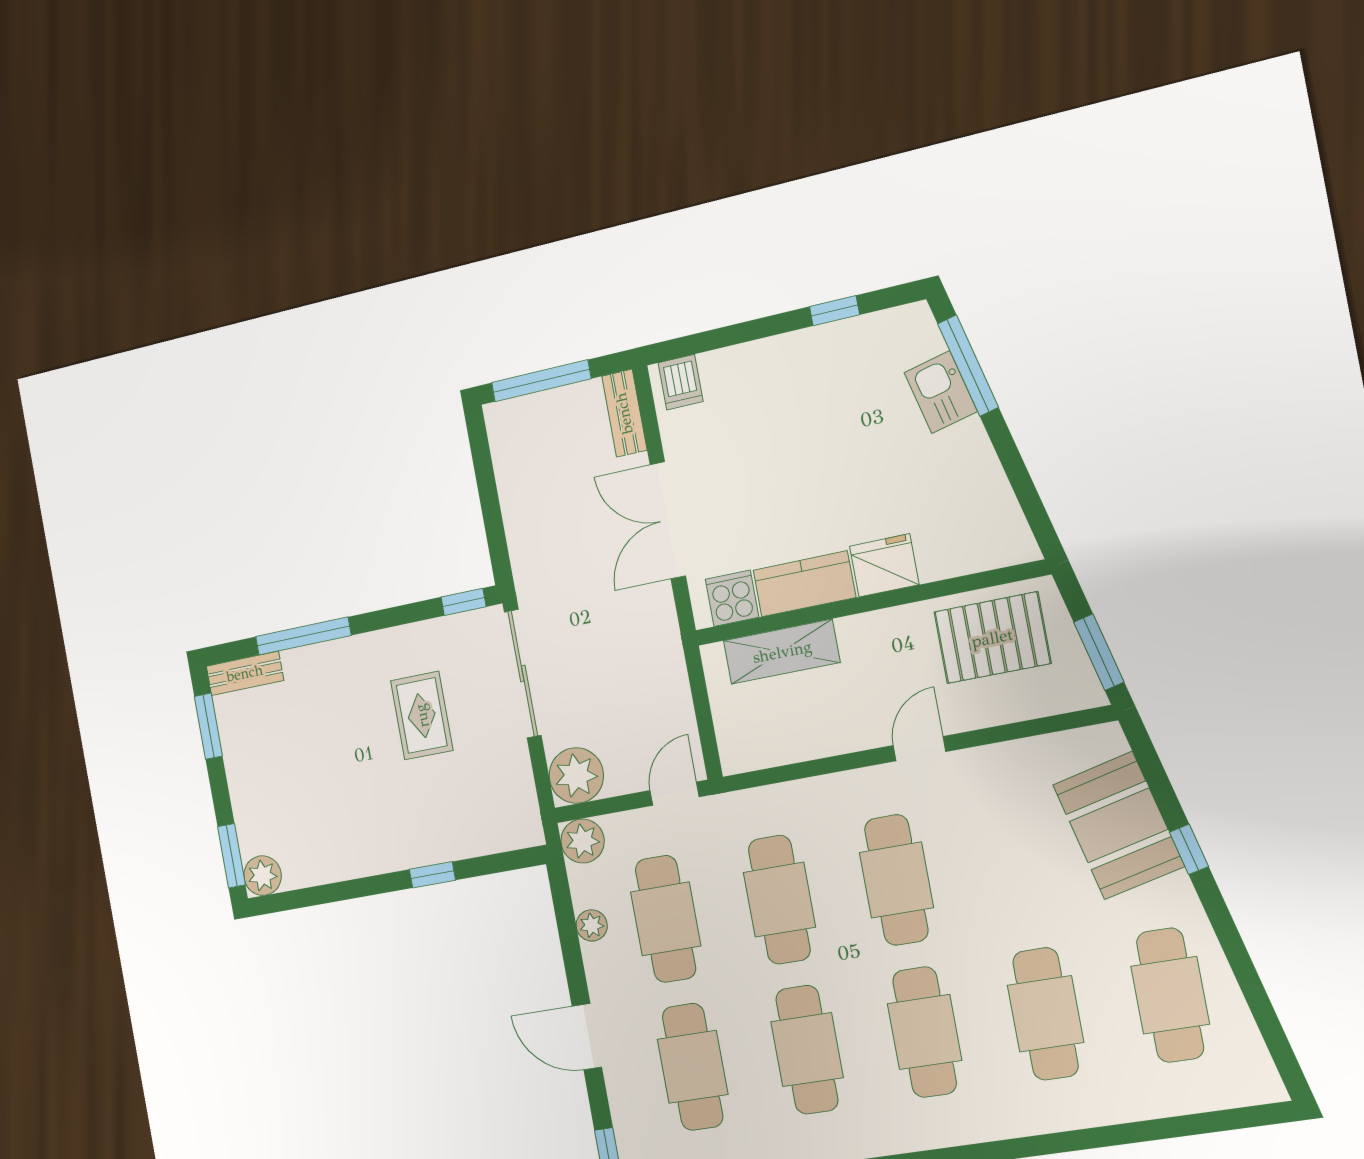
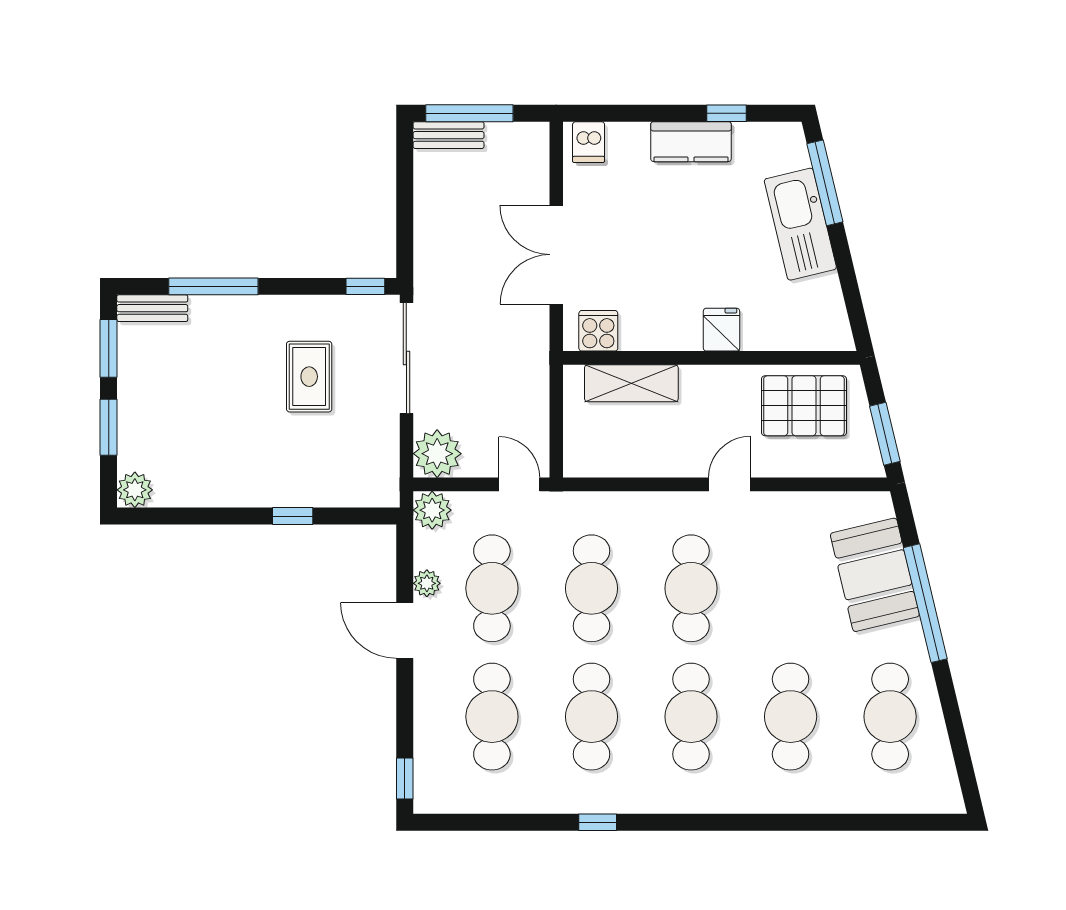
kitchen sink: (941, 392) -> (800, 224), width x1.88, depth x1.24
bench: (624, 413) -> (448, 135), moved, turned 90
fridge: (884, 565) -> (722, 330), width x0.72
kitchen counter: (804, 584) -> (691, 142), moved, turned 180
door: (675, 794) -> (519, 484), hinge flipped
window: (1189, 849) -> (925, 603), width x3.17
window: (232, 856) -> (109, 427), moved
door: (587, 1037) -> (405, 630), moved

